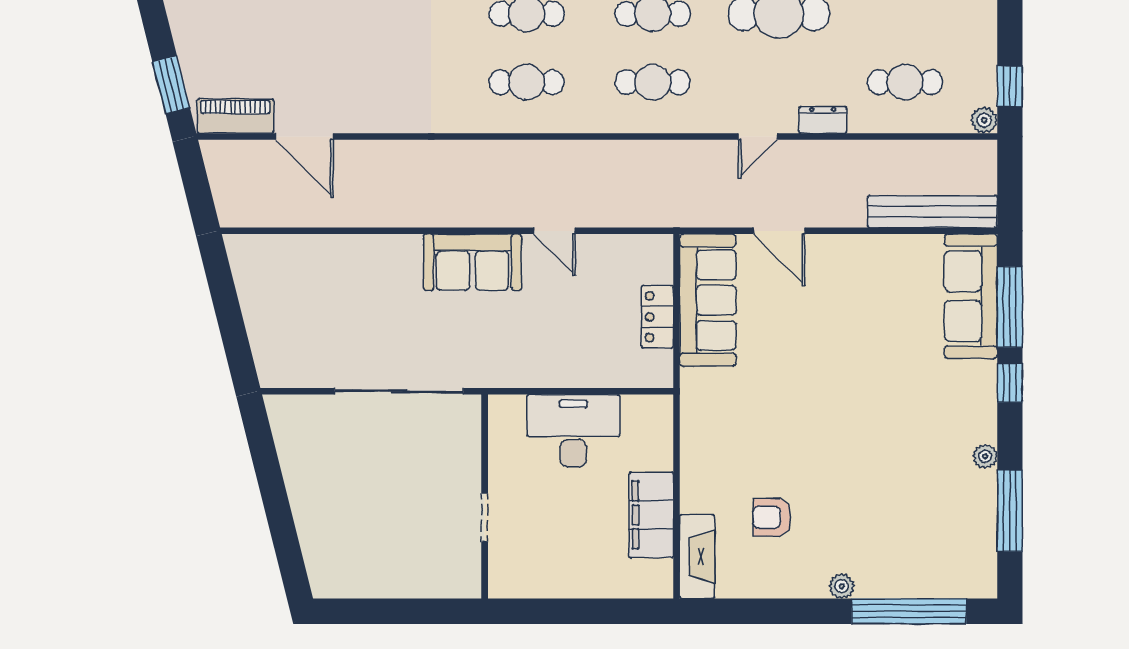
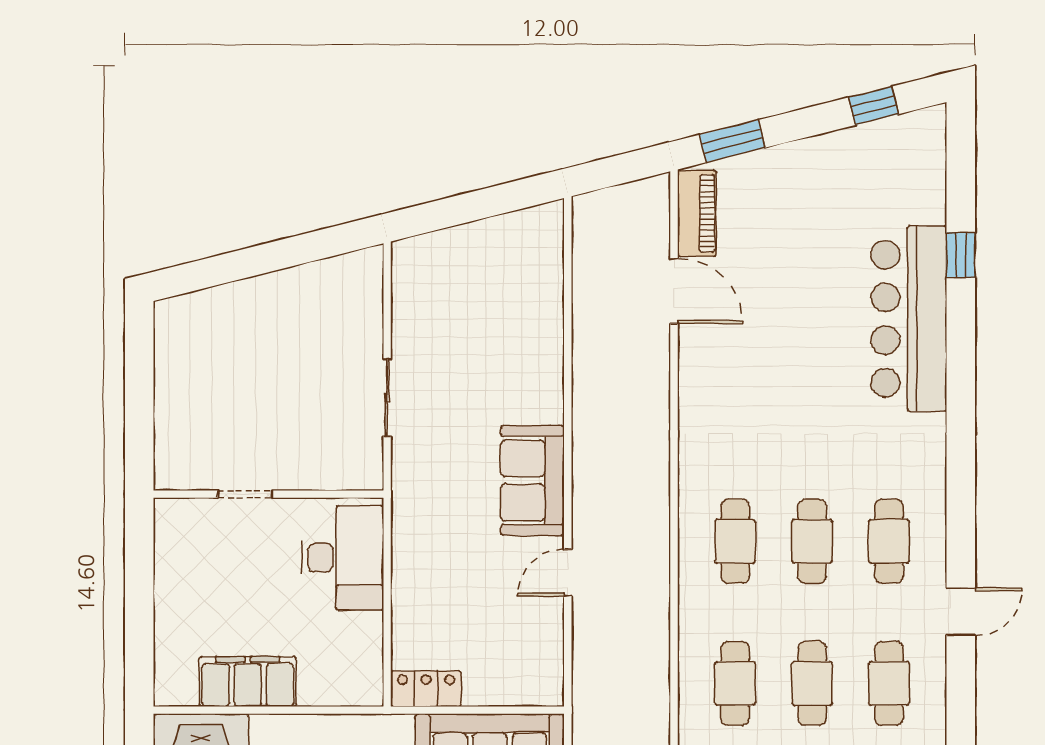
door: (304, 136) -> (674, 291), swing flipped
locker: (657, 317) -> (426, 689), moved
sliding door: (399, 391) -> (387, 398), width x0.54
desk: (573, 431) -> (343, 558), moved

